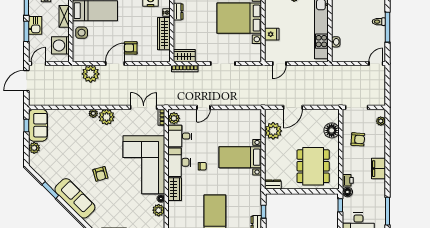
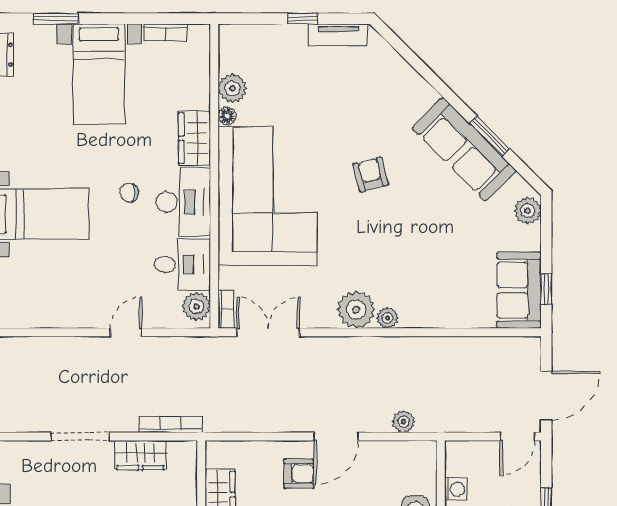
washing machine: (60, 45) -> (456, 489), width x0.53, depth x0.53
wardrobe: (184, 56) -> (140, 455), moved
plant: (91, 74) -> (404, 422), width x0.53, depth x0.53
double door: (144, 107) -> (268, 332), swing flipped
plant: (34, 148) -> (528, 211), moved
sofa: (75, 198) -> (464, 149), moved

